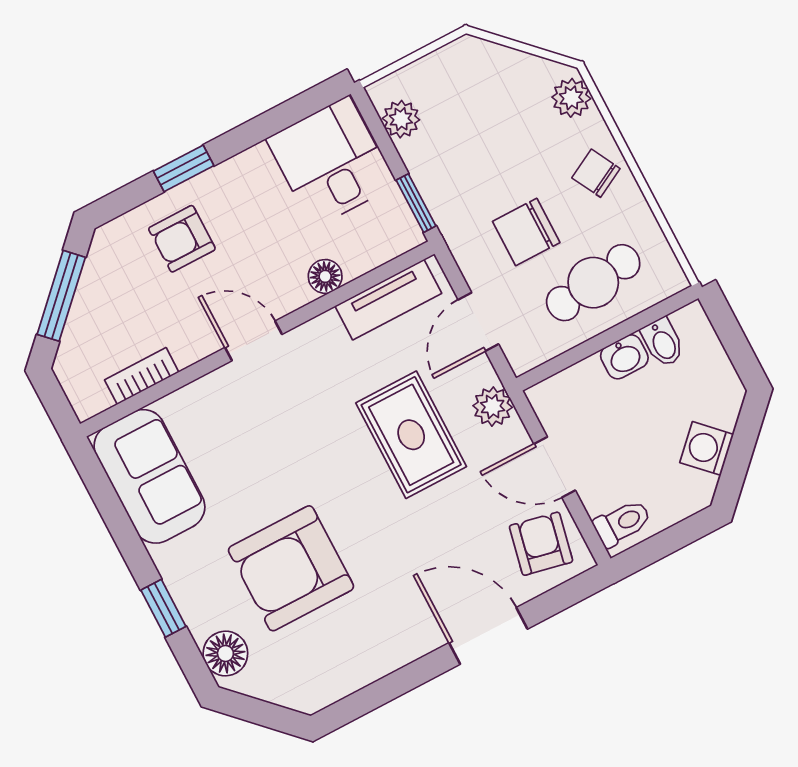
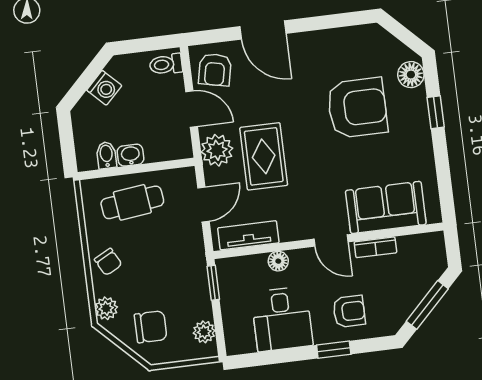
desk: (331, 162) -> (282, 319), moved
chair: (526, 232) -> (151, 327), moved
bookcase: (142, 376) -> (375, 247), moved
plant: (493, 407) -> (217, 150), width x1.38, depth x1.38
sofa: (149, 476) -> (386, 207), moved, turned 90

